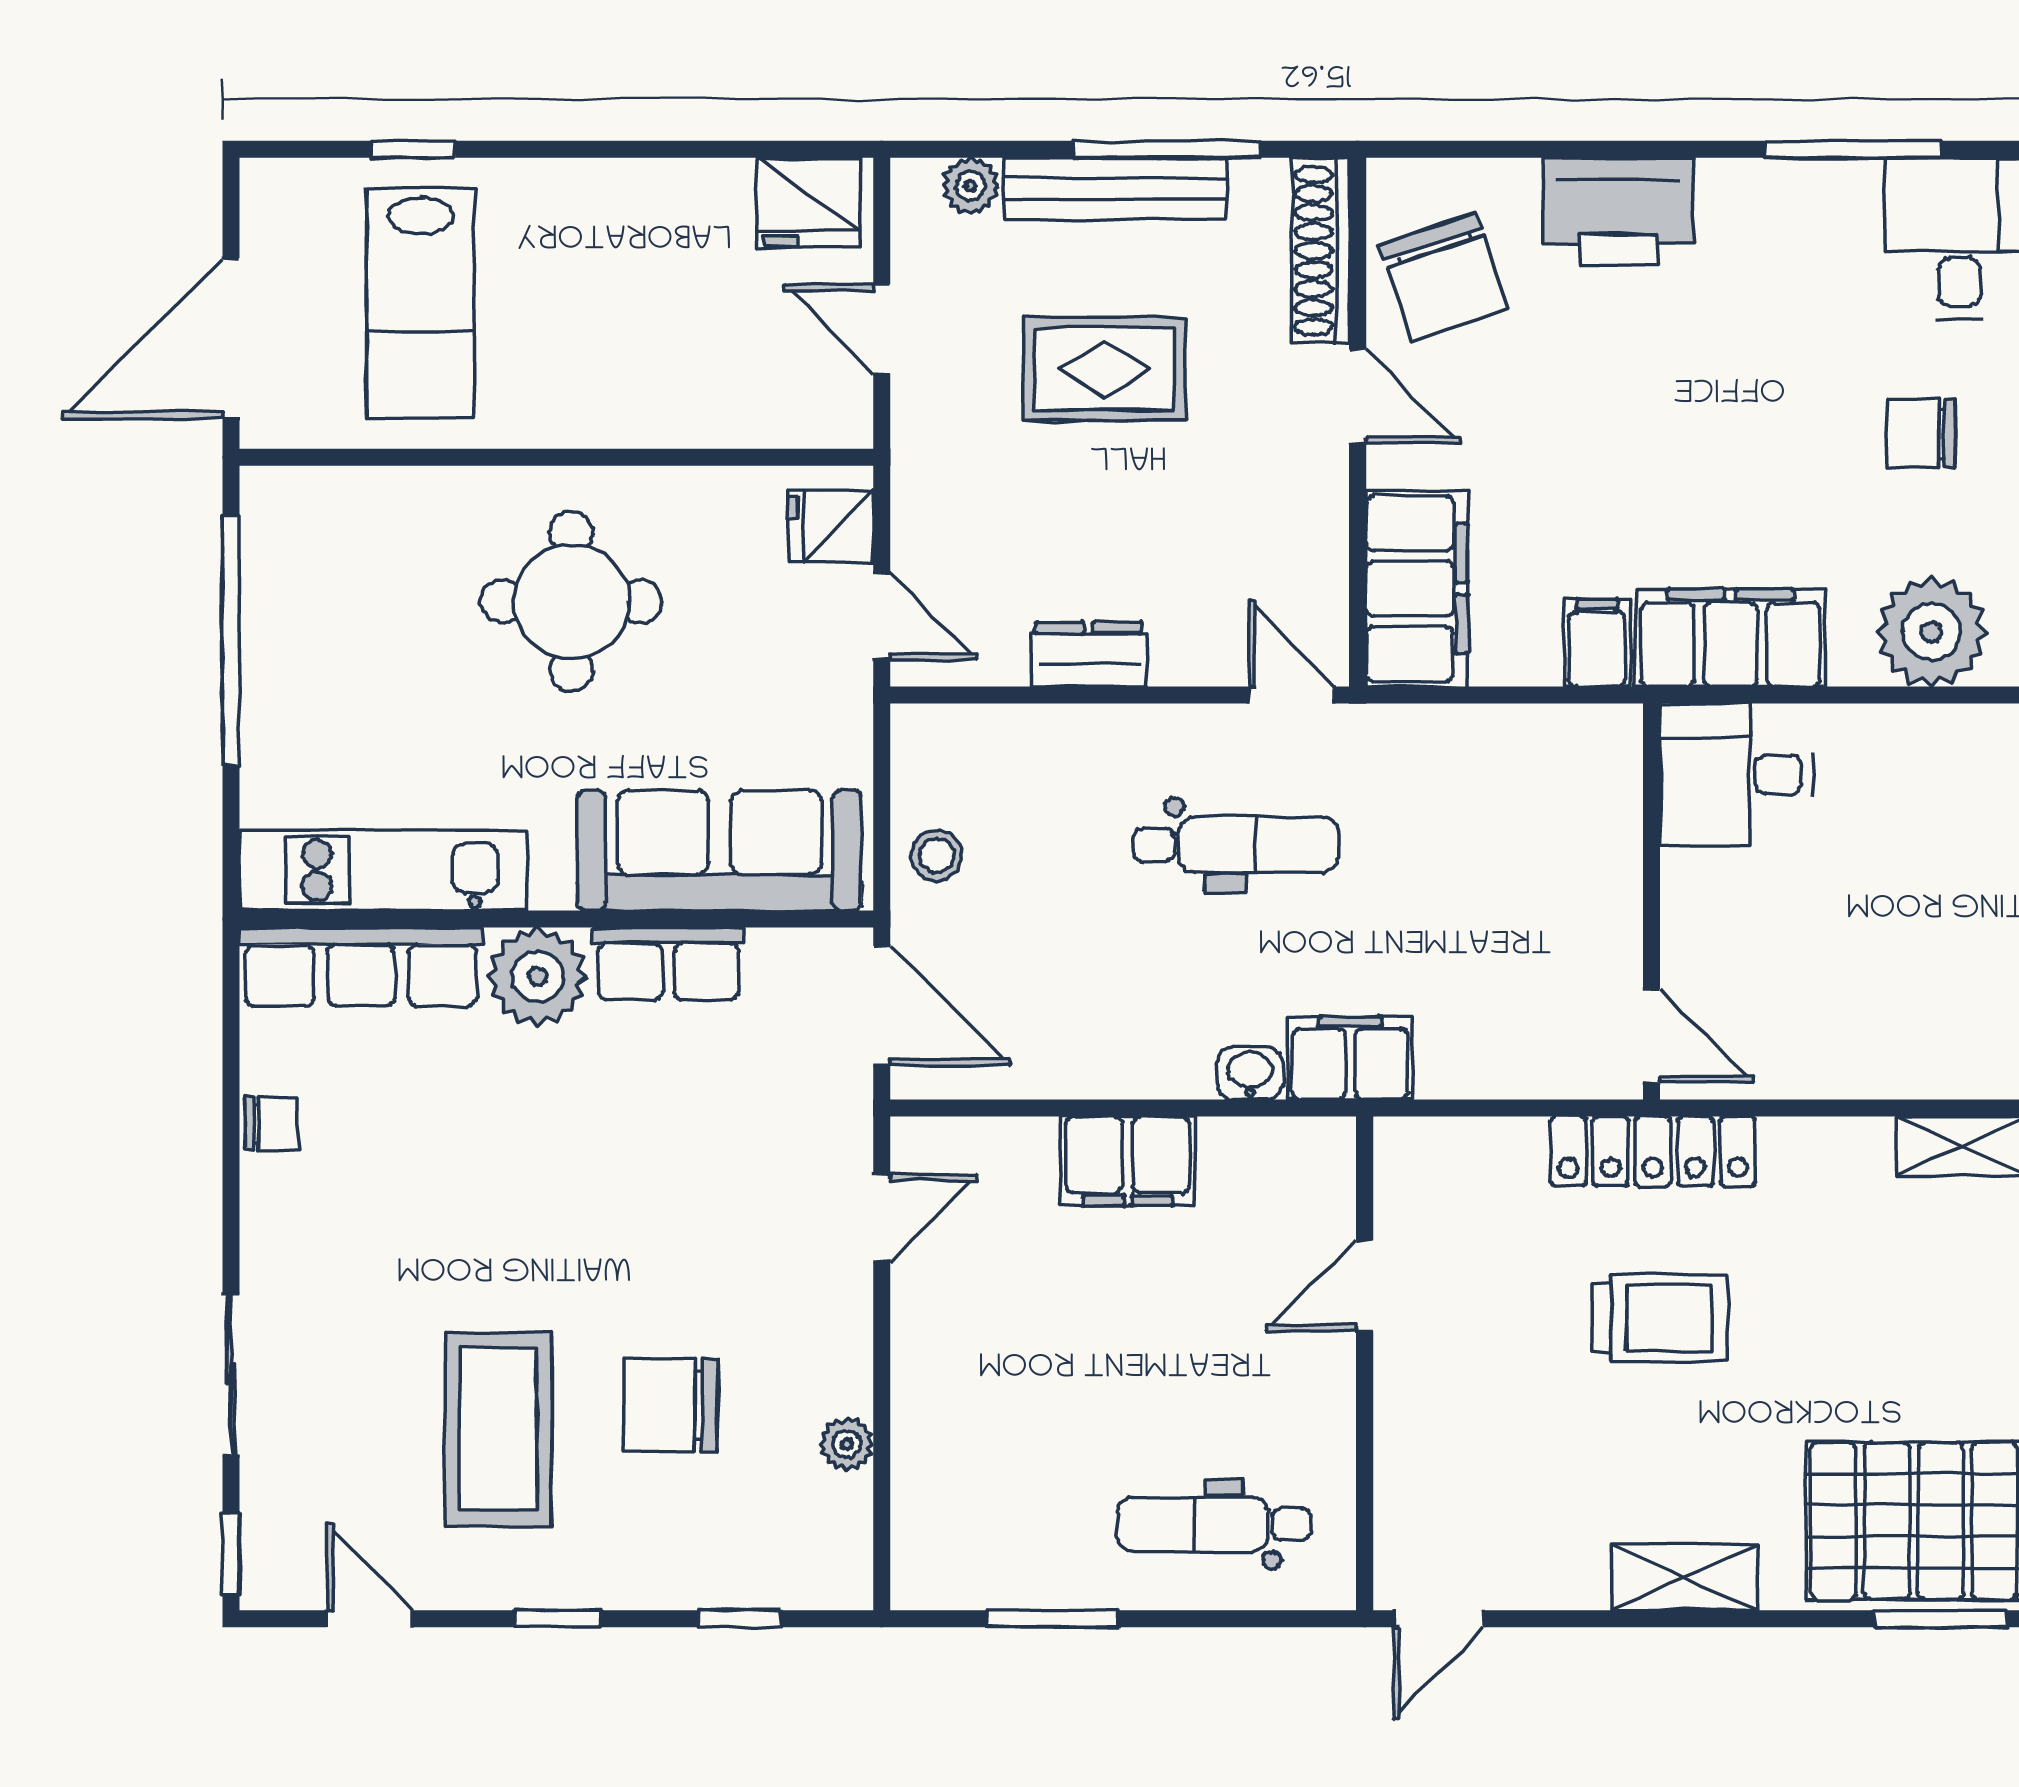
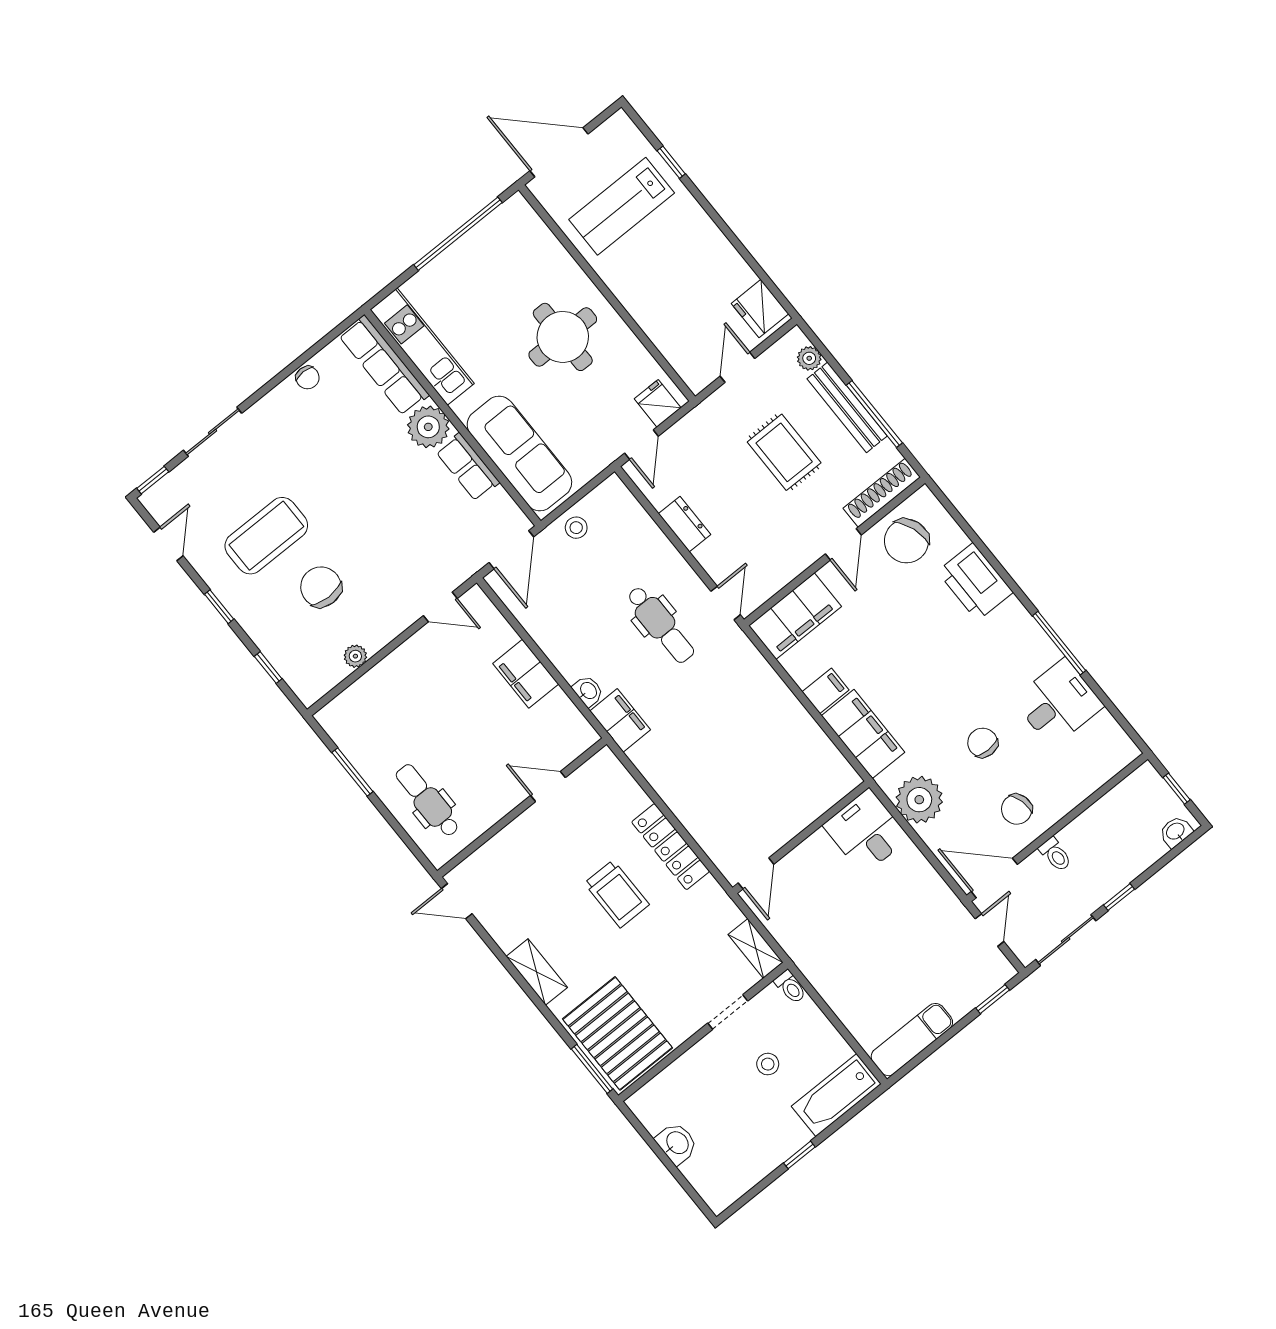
desk: (1737, 775) -> (866, 832), moved
wall: (1652, 902) -> (801, 837), moved
door: (1652, 1036) -> (756, 874), moved

